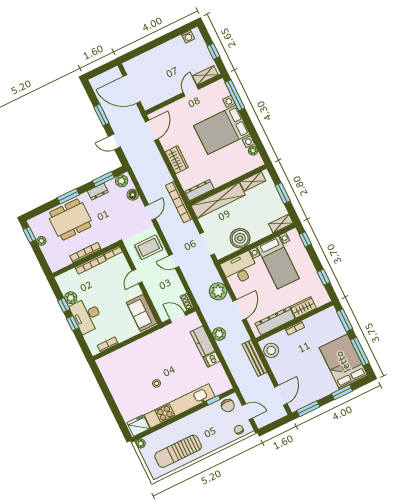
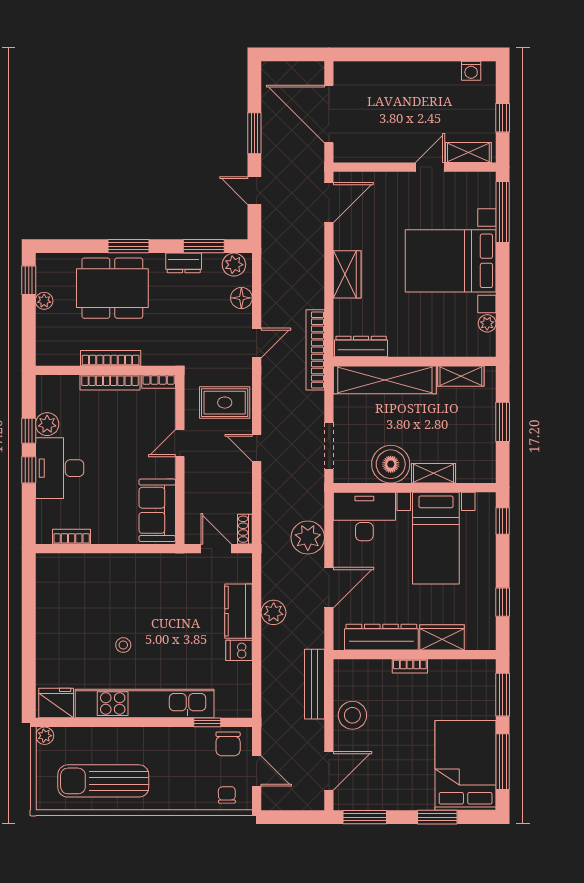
shelving: (281, 224) -> (433, 473), moved
stool: (271, 350) -> (352, 715), moved

